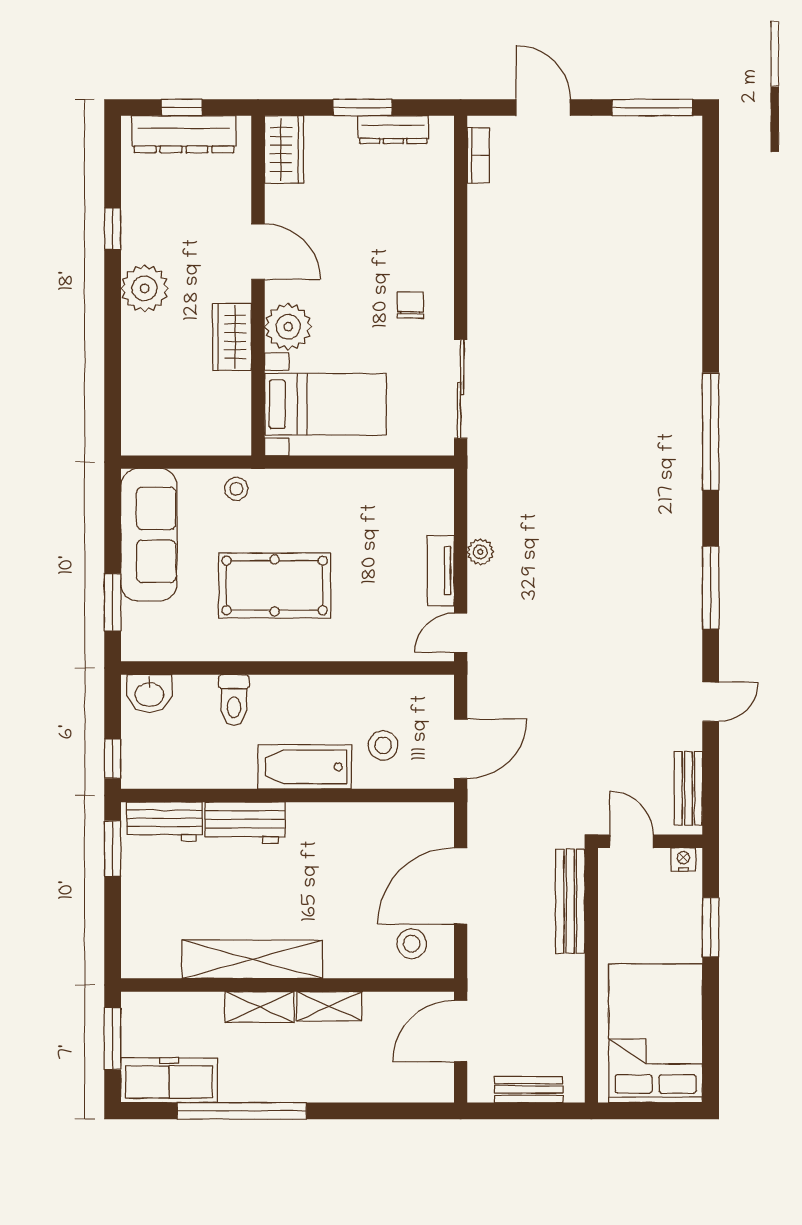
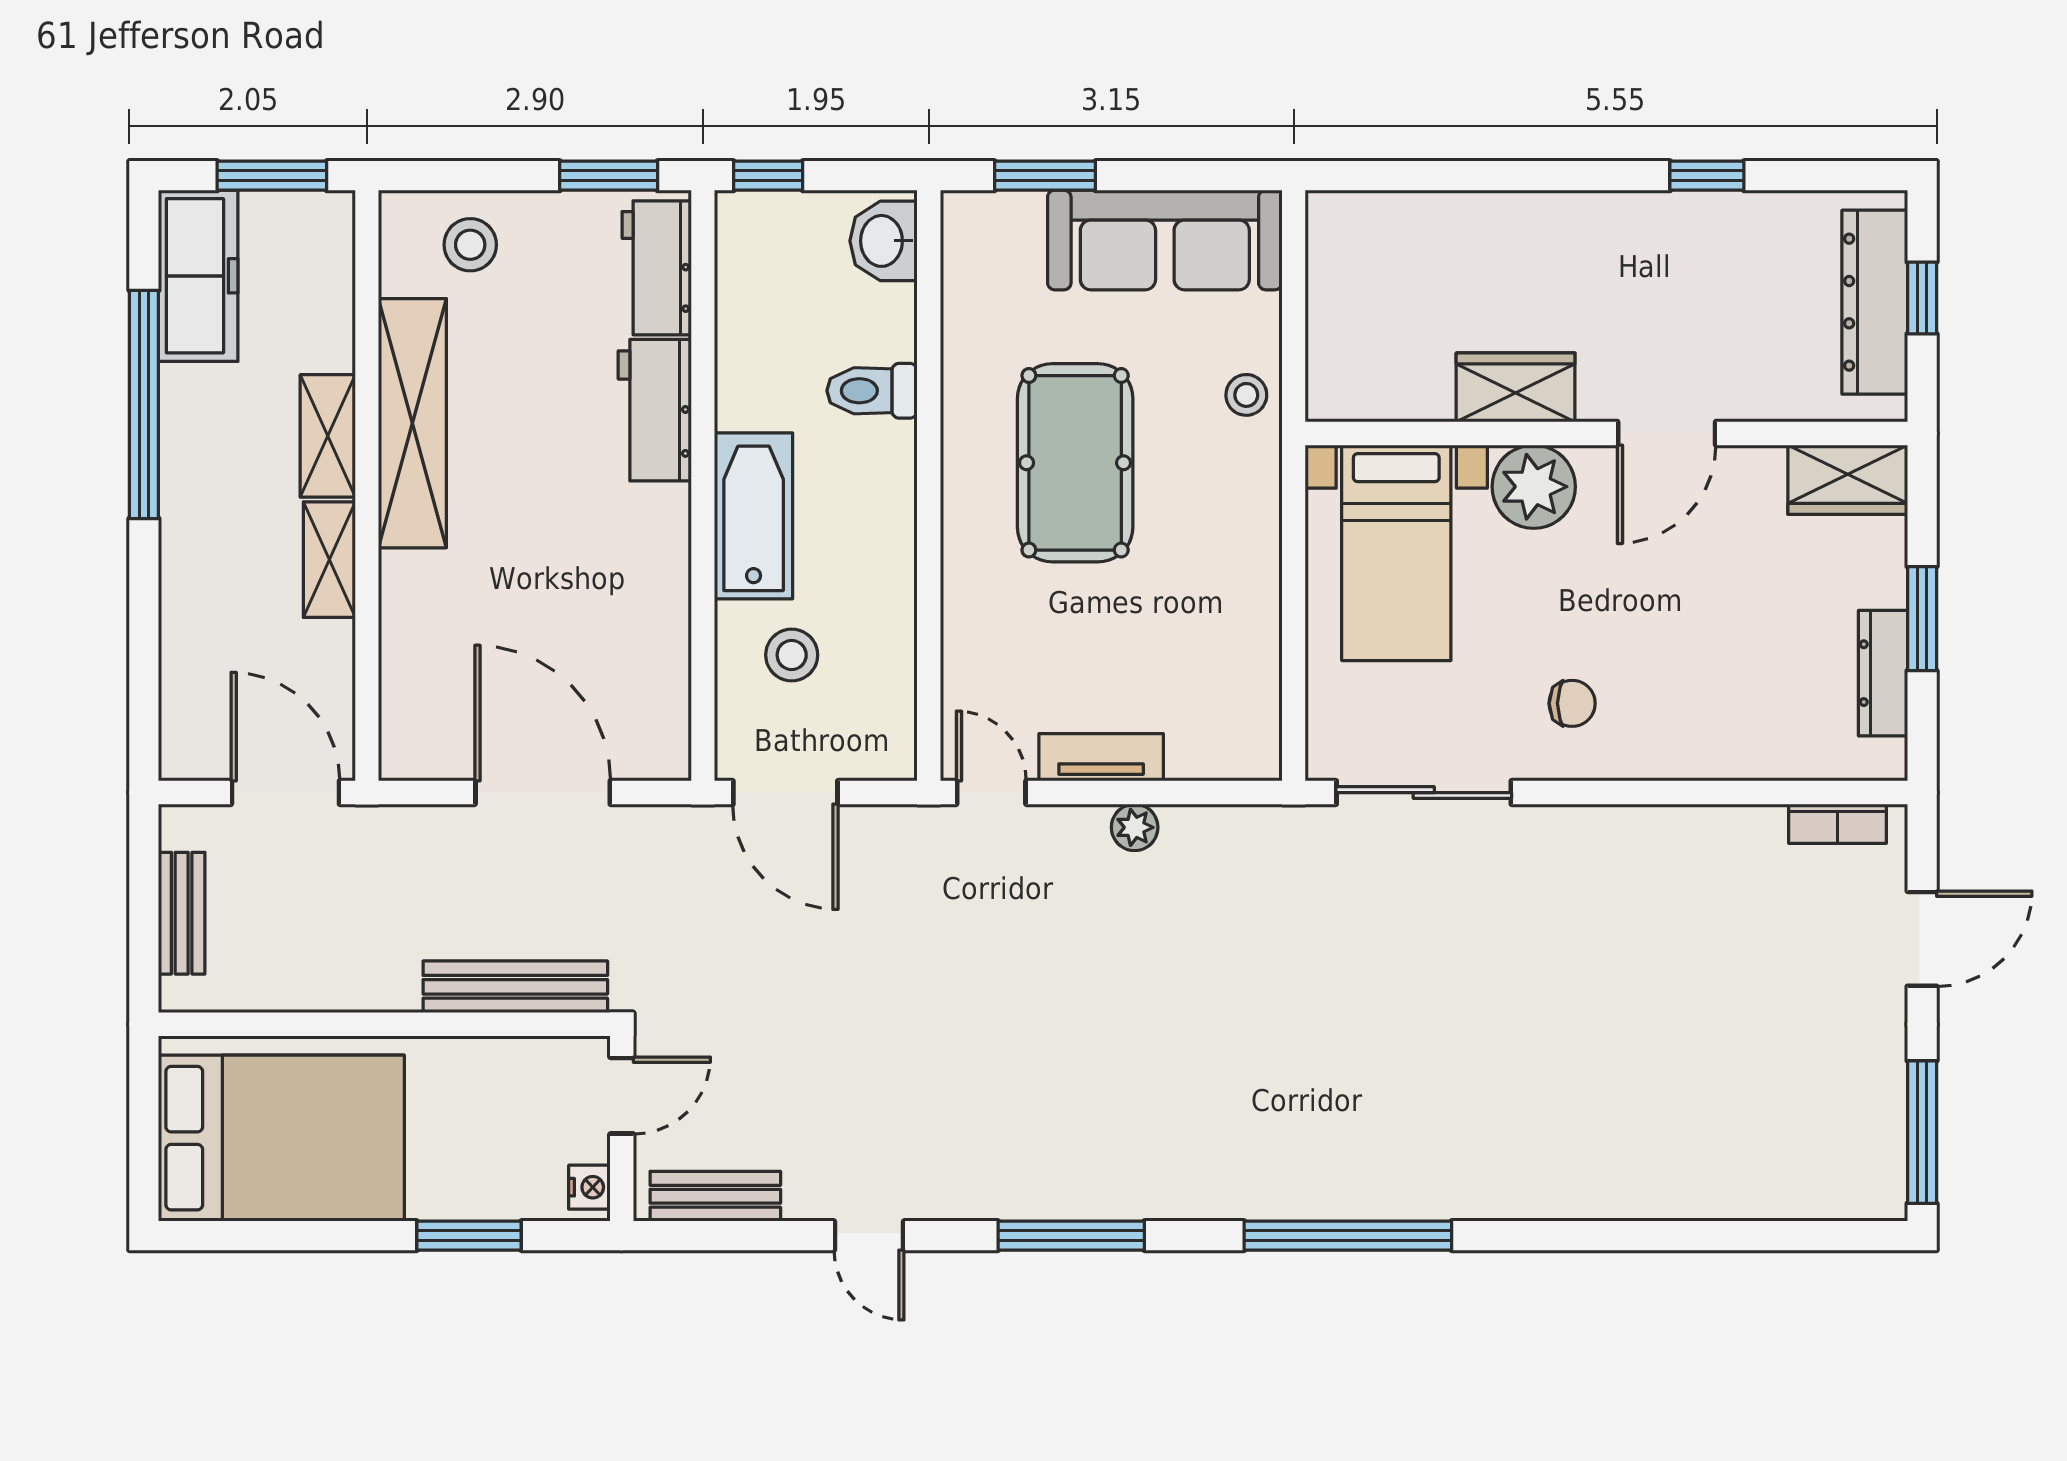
plant: (145, 288) -> (1602, 232), removed
stool: (412, 944) -> (470, 245), moved

